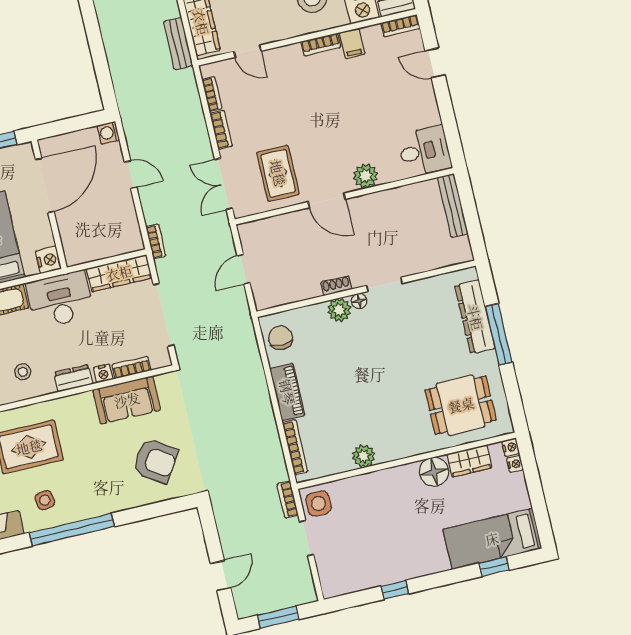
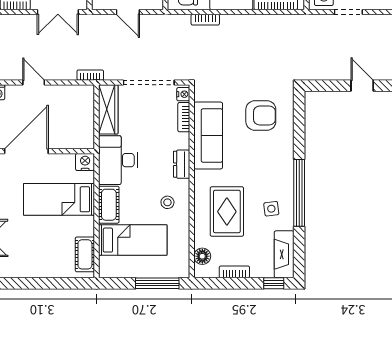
door: (131, 175) -> (34, 82), hinge flipped
door: (45, 185) -> (26, 151), hinge flipped
nightstand: (103, 373) -> (183, 94), moved
sofa: (127, 400) -> (208, 135), width x1.36
armchair: (155, 461) -> (261, 115), turned 57
bookcase: (288, 500) -> (205, 20), moved

